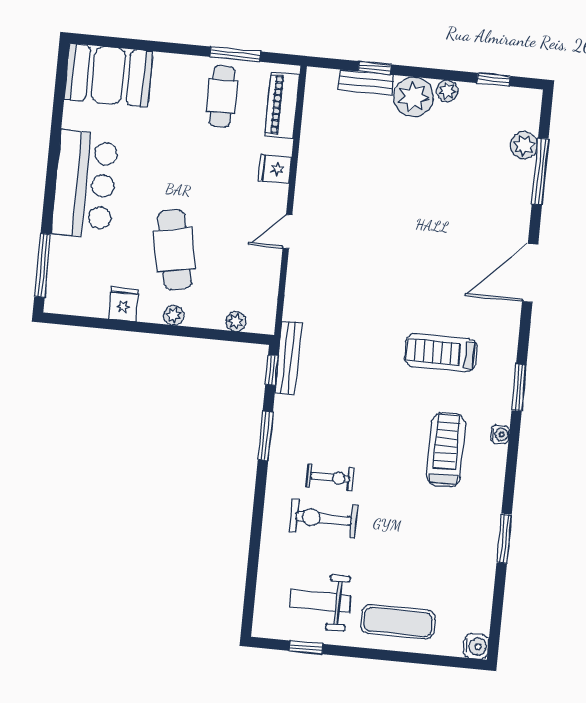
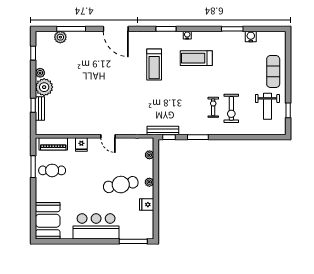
water cooler: (476, 646) -> (251, 37), moved

